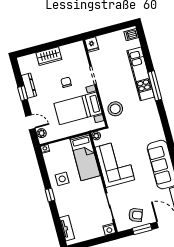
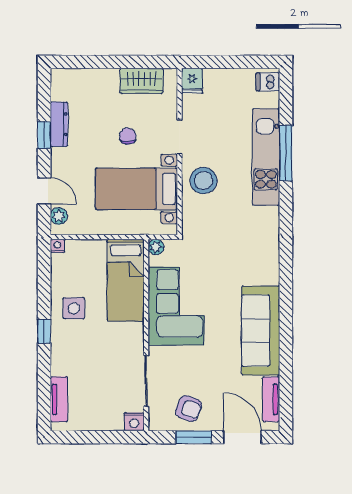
wardrobe: (49, 56) -> (142, 81), moved
window: (155, 86) -> (286, 153), moved
stool: (115, 109) -> (203, 180), moved

